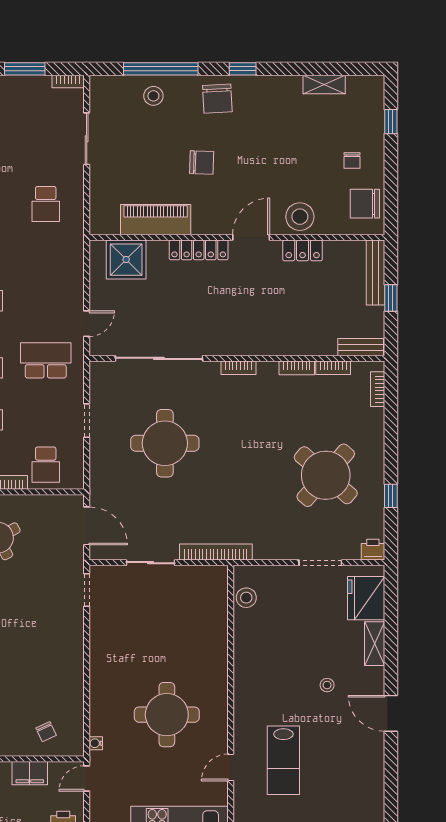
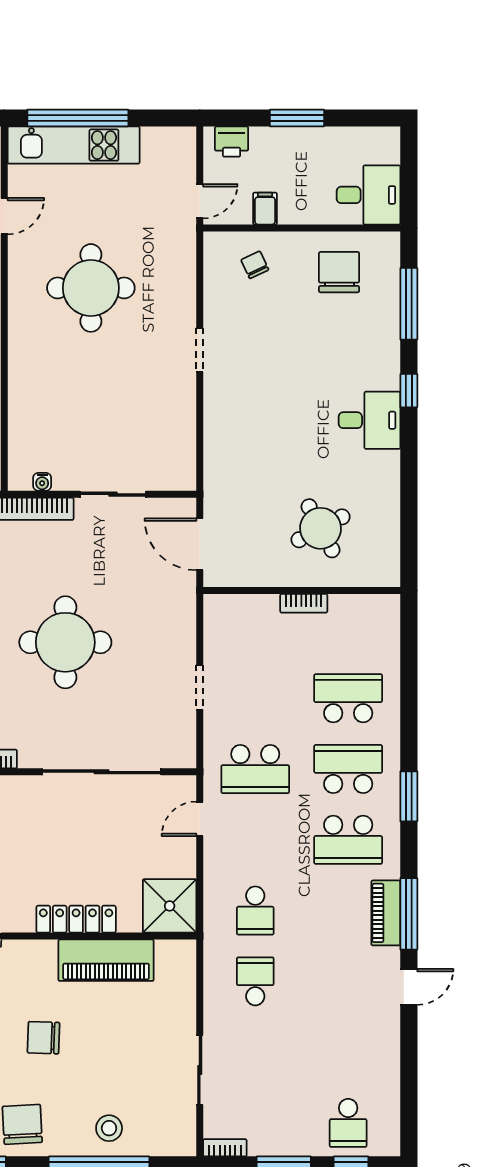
locker: (199, 250) -> (76, 919), moved
shower: (126, 260) -> (170, 906), moved
round table: (165, 443) -> (65, 642), moved
school desk: (46, 465) -> (255, 911), moved, turned 180
doorway: (87, 590) -> (200, 350), moved
water cooler: (96, 743) -> (42, 482), moved, turned 90
filing cabinet: (30, 773) -> (265, 209), width x0.50

